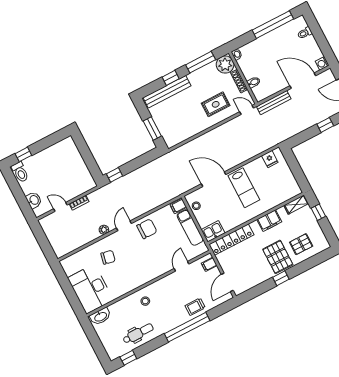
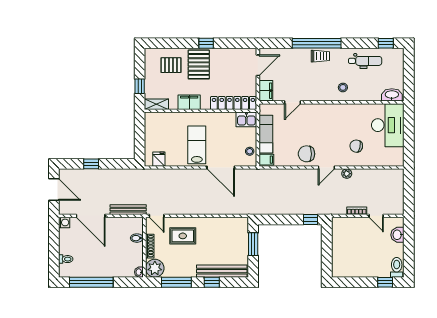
filing cabinet: (209, 264) -> (266, 91), width x2.00
trolley: (195, 307) -> (320, 56), moved
dental chair: (138, 333) -> (365, 61), turned 180

